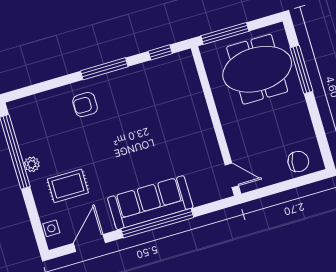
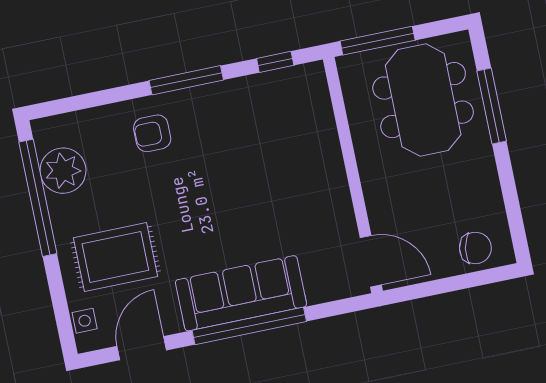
meeting table: (257, 69) -> (423, 100), turned 90
plant: (32, 164) -> (63, 171), moved, width x1.88, depth x1.88
door: (232, 175) -> (371, 261), width x1.38
rug: (68, 186) -> (115, 257), width x1.36, depth x1.43

